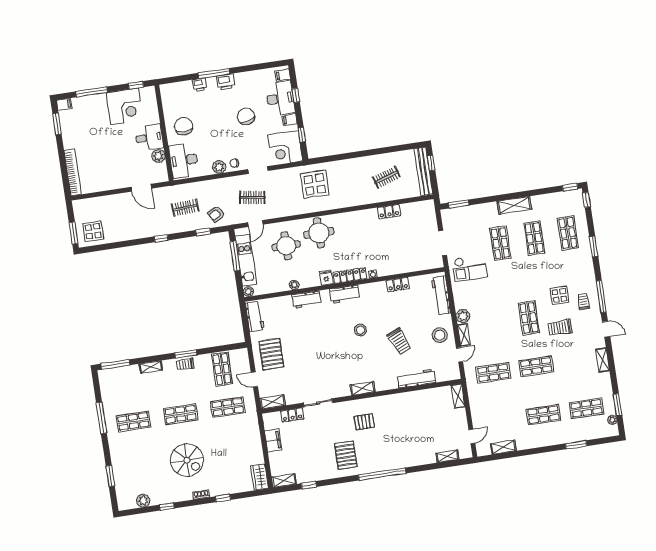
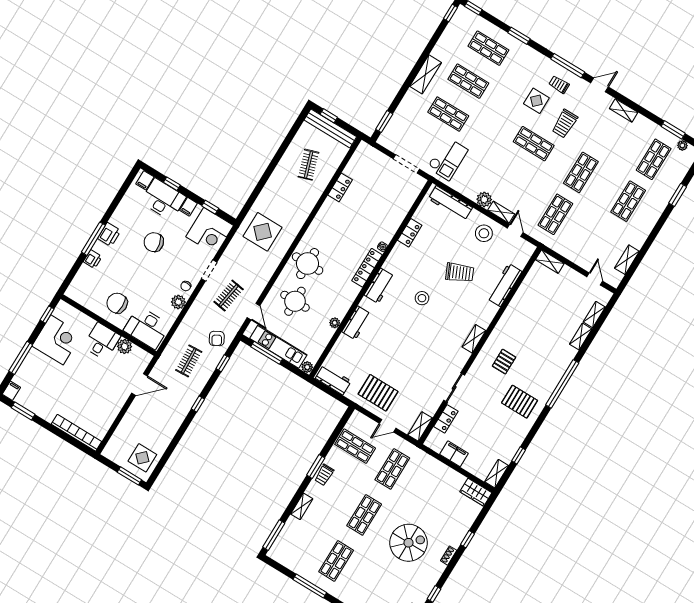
fridge: (326, 278) -> (352, 290), removed
shelving: (425, 460) -> (581, 337), added

